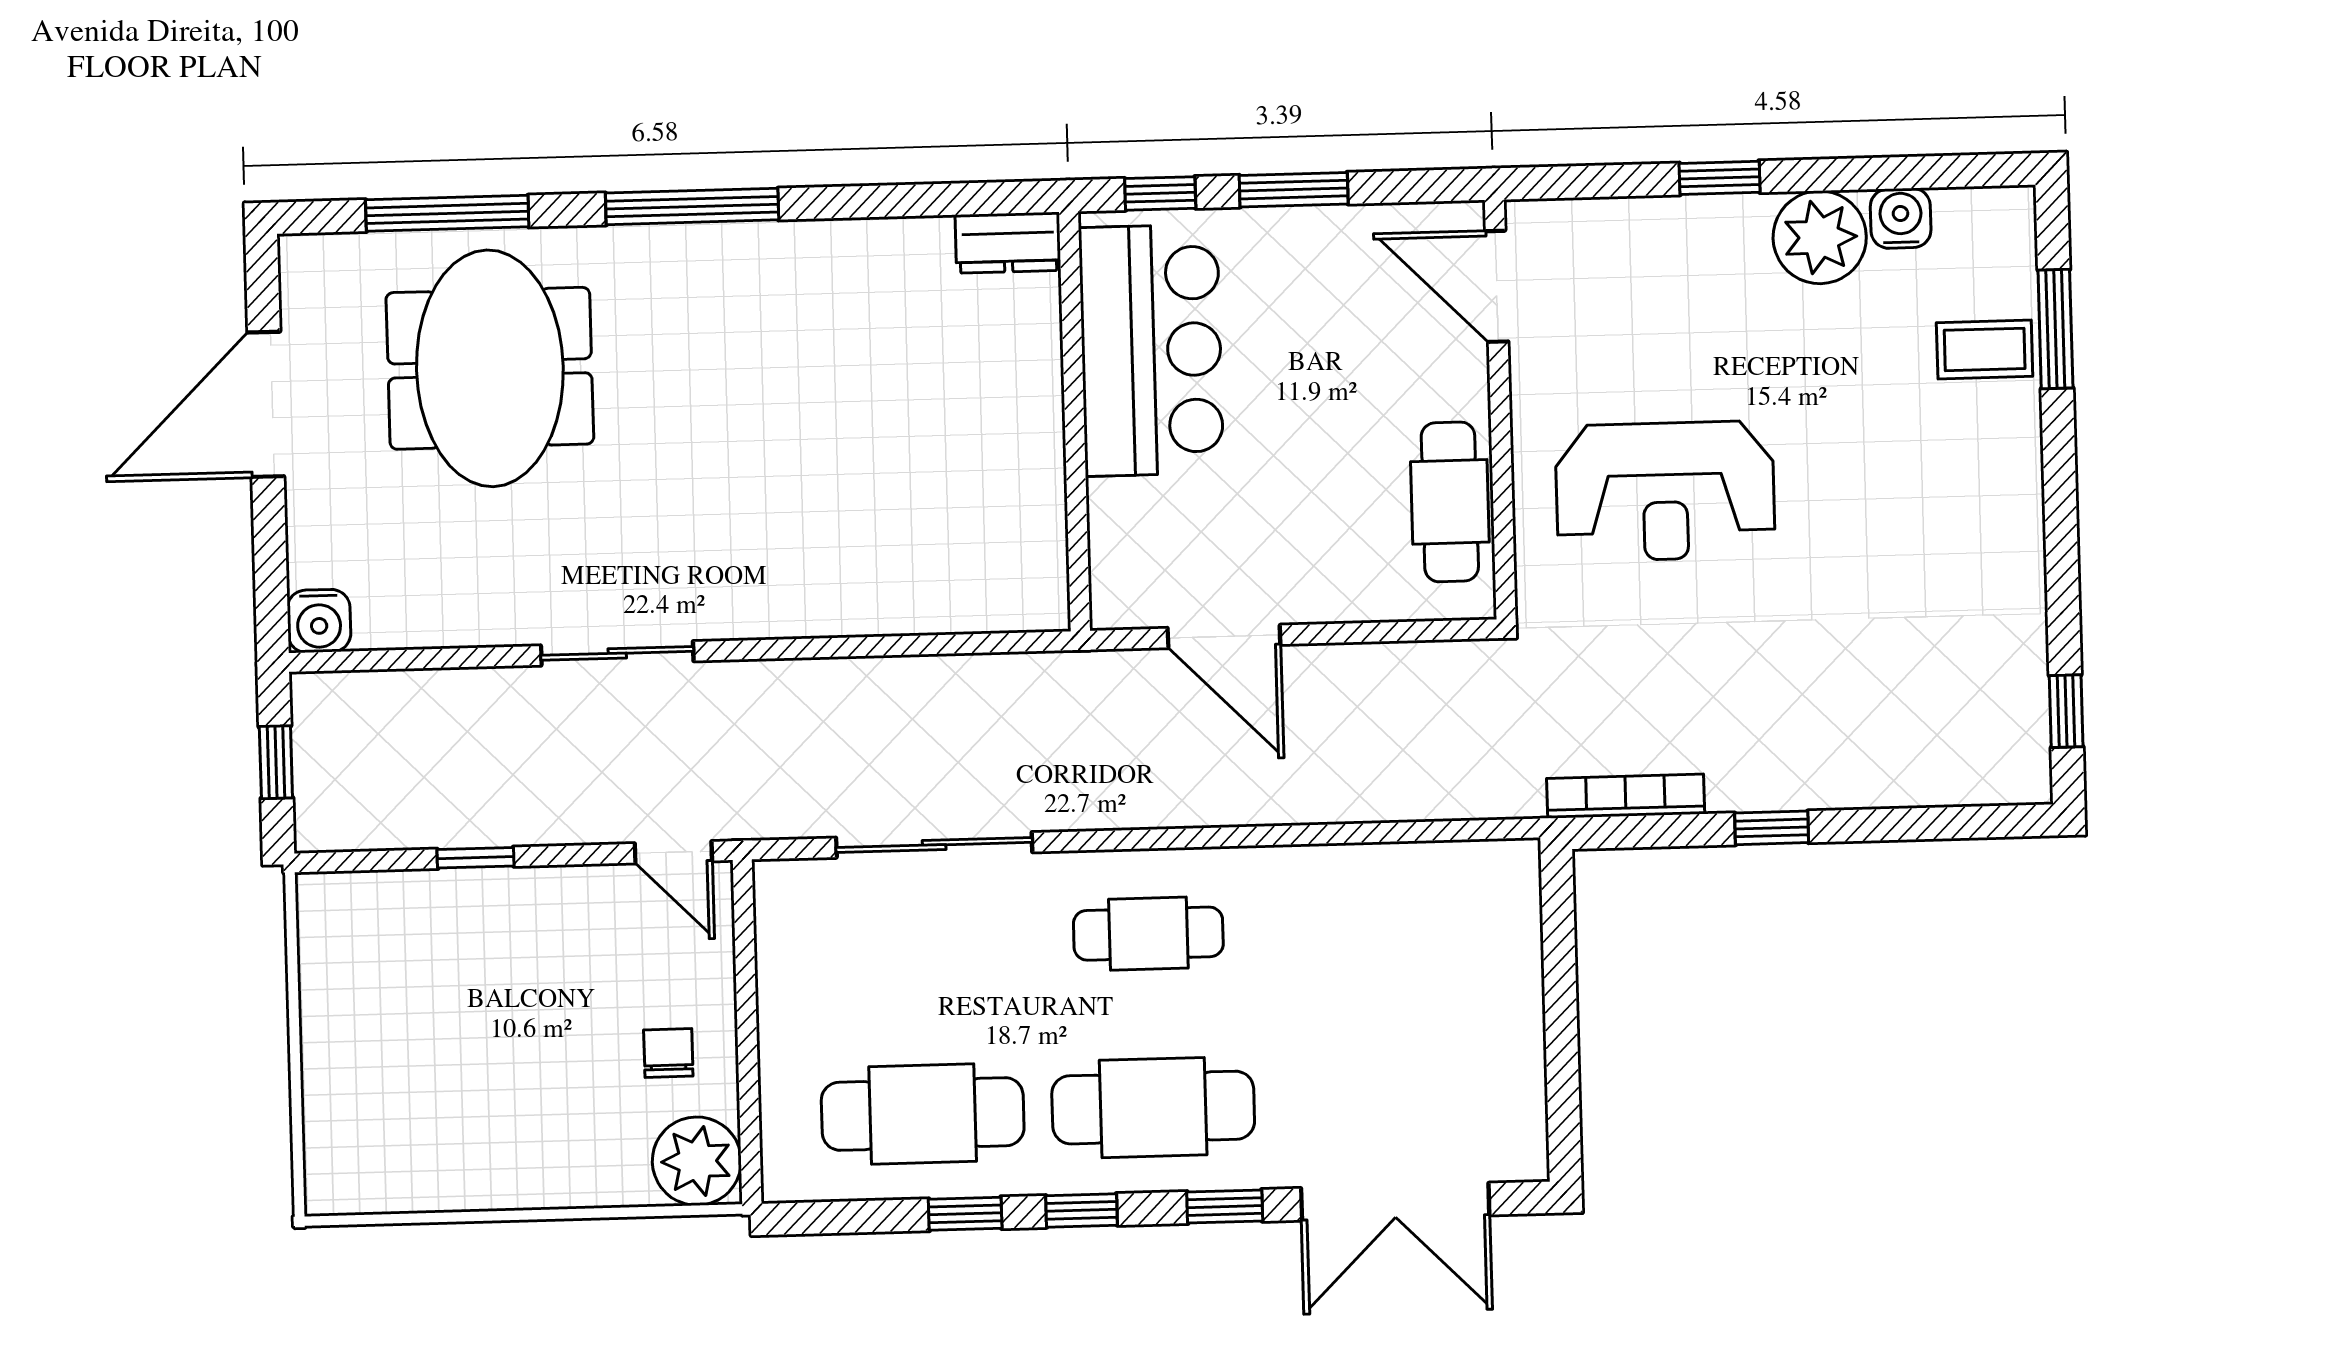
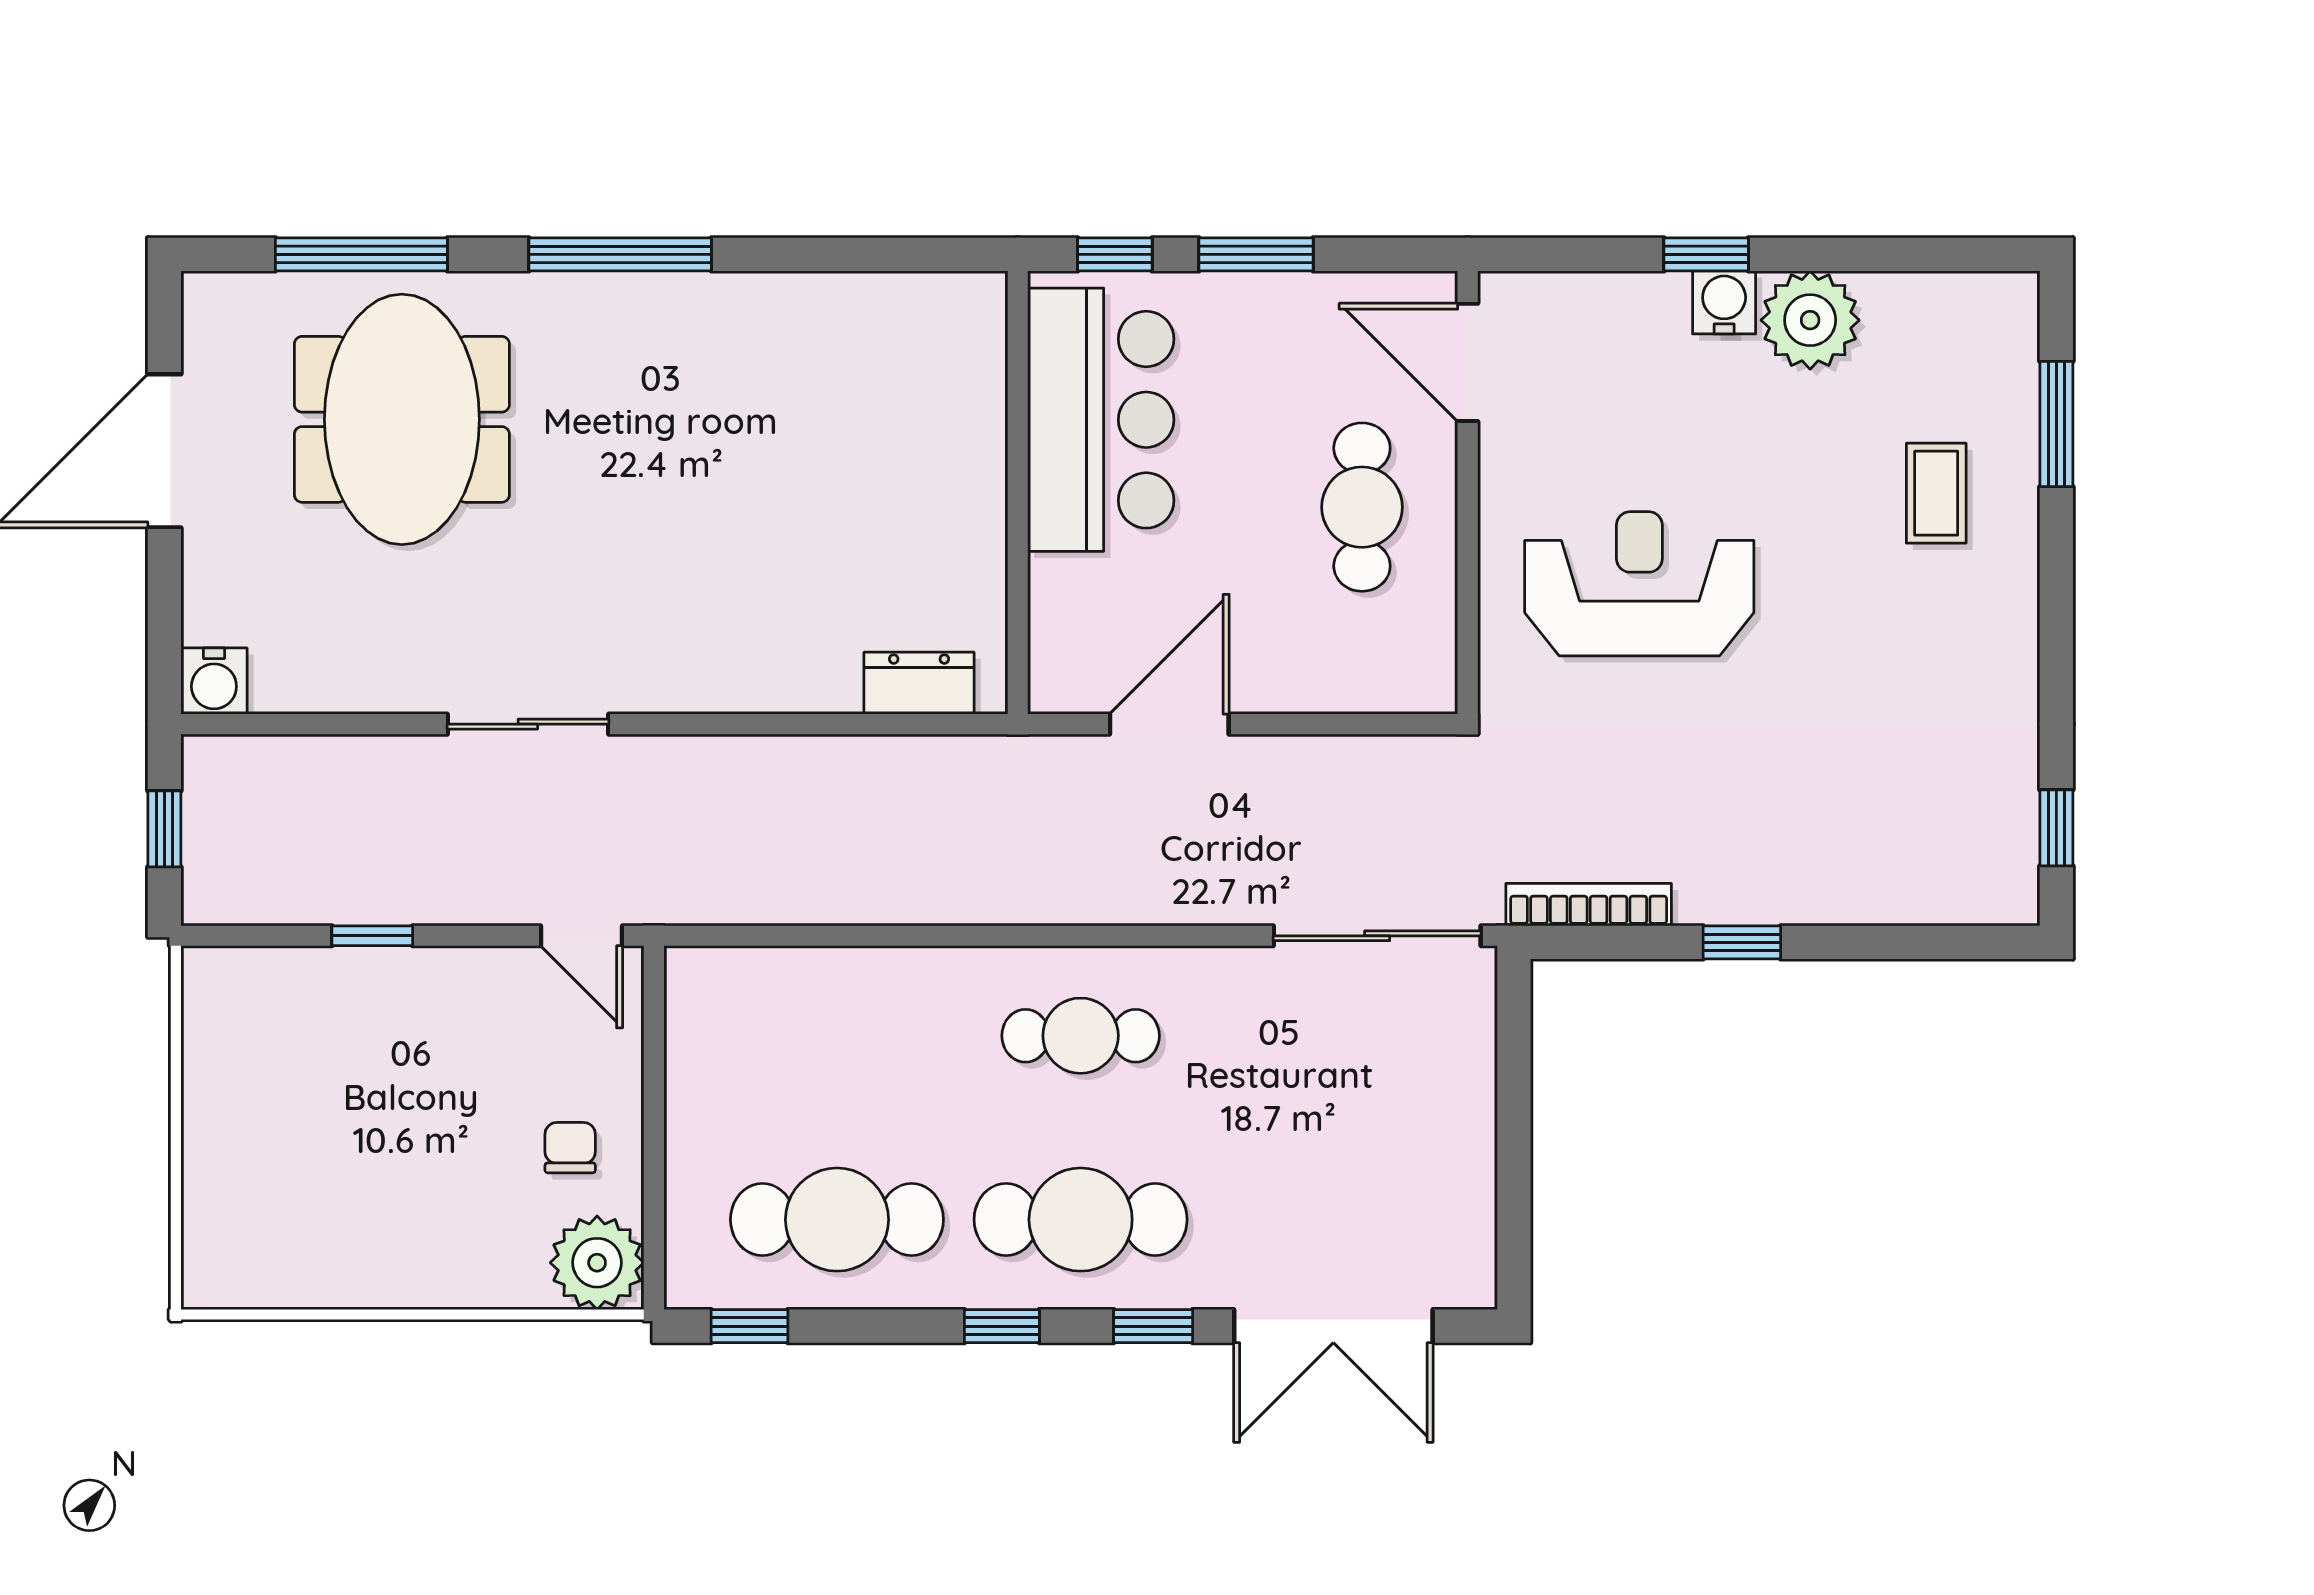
water cooler: (1901, 218) -> (1724, 302), moved
dresser: (1008, 243) -> (919, 683), moved, turned 180
coffee table: (1985, 349) -> (1936, 493), moved, turned 90
reception desk: (1665, 491) -> (1639, 584), turned 180
cafe table: (1450, 502) -> (1362, 507), moved
door: (1224, 636) -> (1169, 724), swing flipped
sliding door: (934, 845) -> (1377, 936), moved
window: (965, 1214) -> (749, 1326), moved

